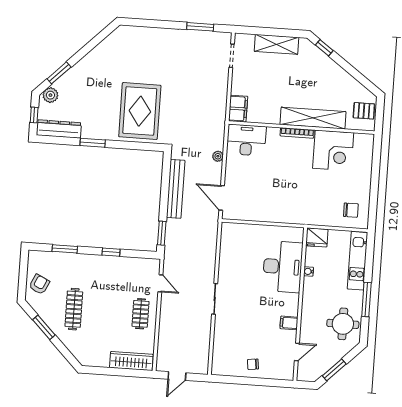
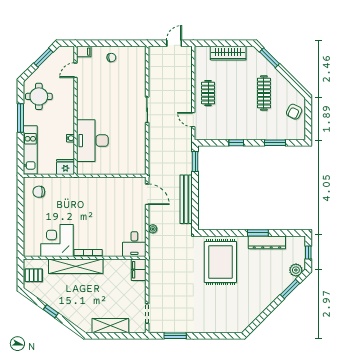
window: (324, 48) -> (51, 311), moved
dresser: (59, 129) -> (267, 242), moved
desk: (246, 140) -> (134, 244), width x0.73
filing cabinet: (289, 323) -> (84, 52), moved
window: (44, 327) -> (270, 58), moved
wardrobe: (131, 361) -> (228, 53), moved

